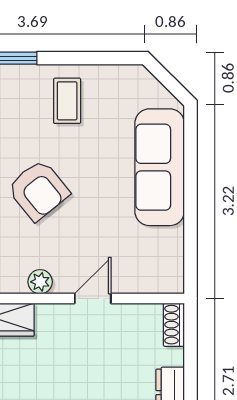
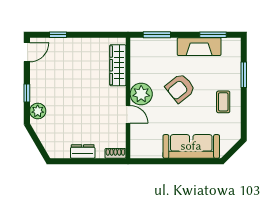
coffee table: (67, 101) -> (223, 102), turned 90
plant: (40, 282) -> (141, 94), width x1.87, depth x1.87

